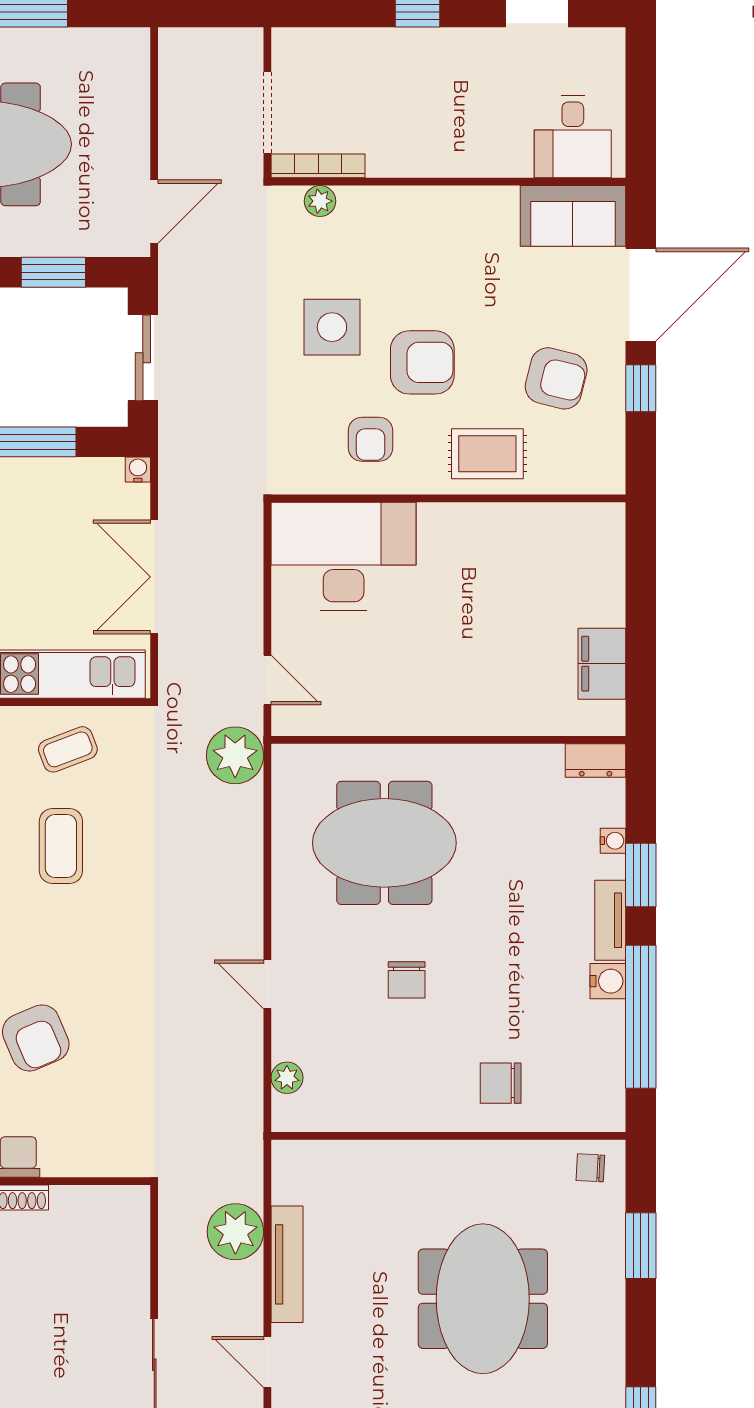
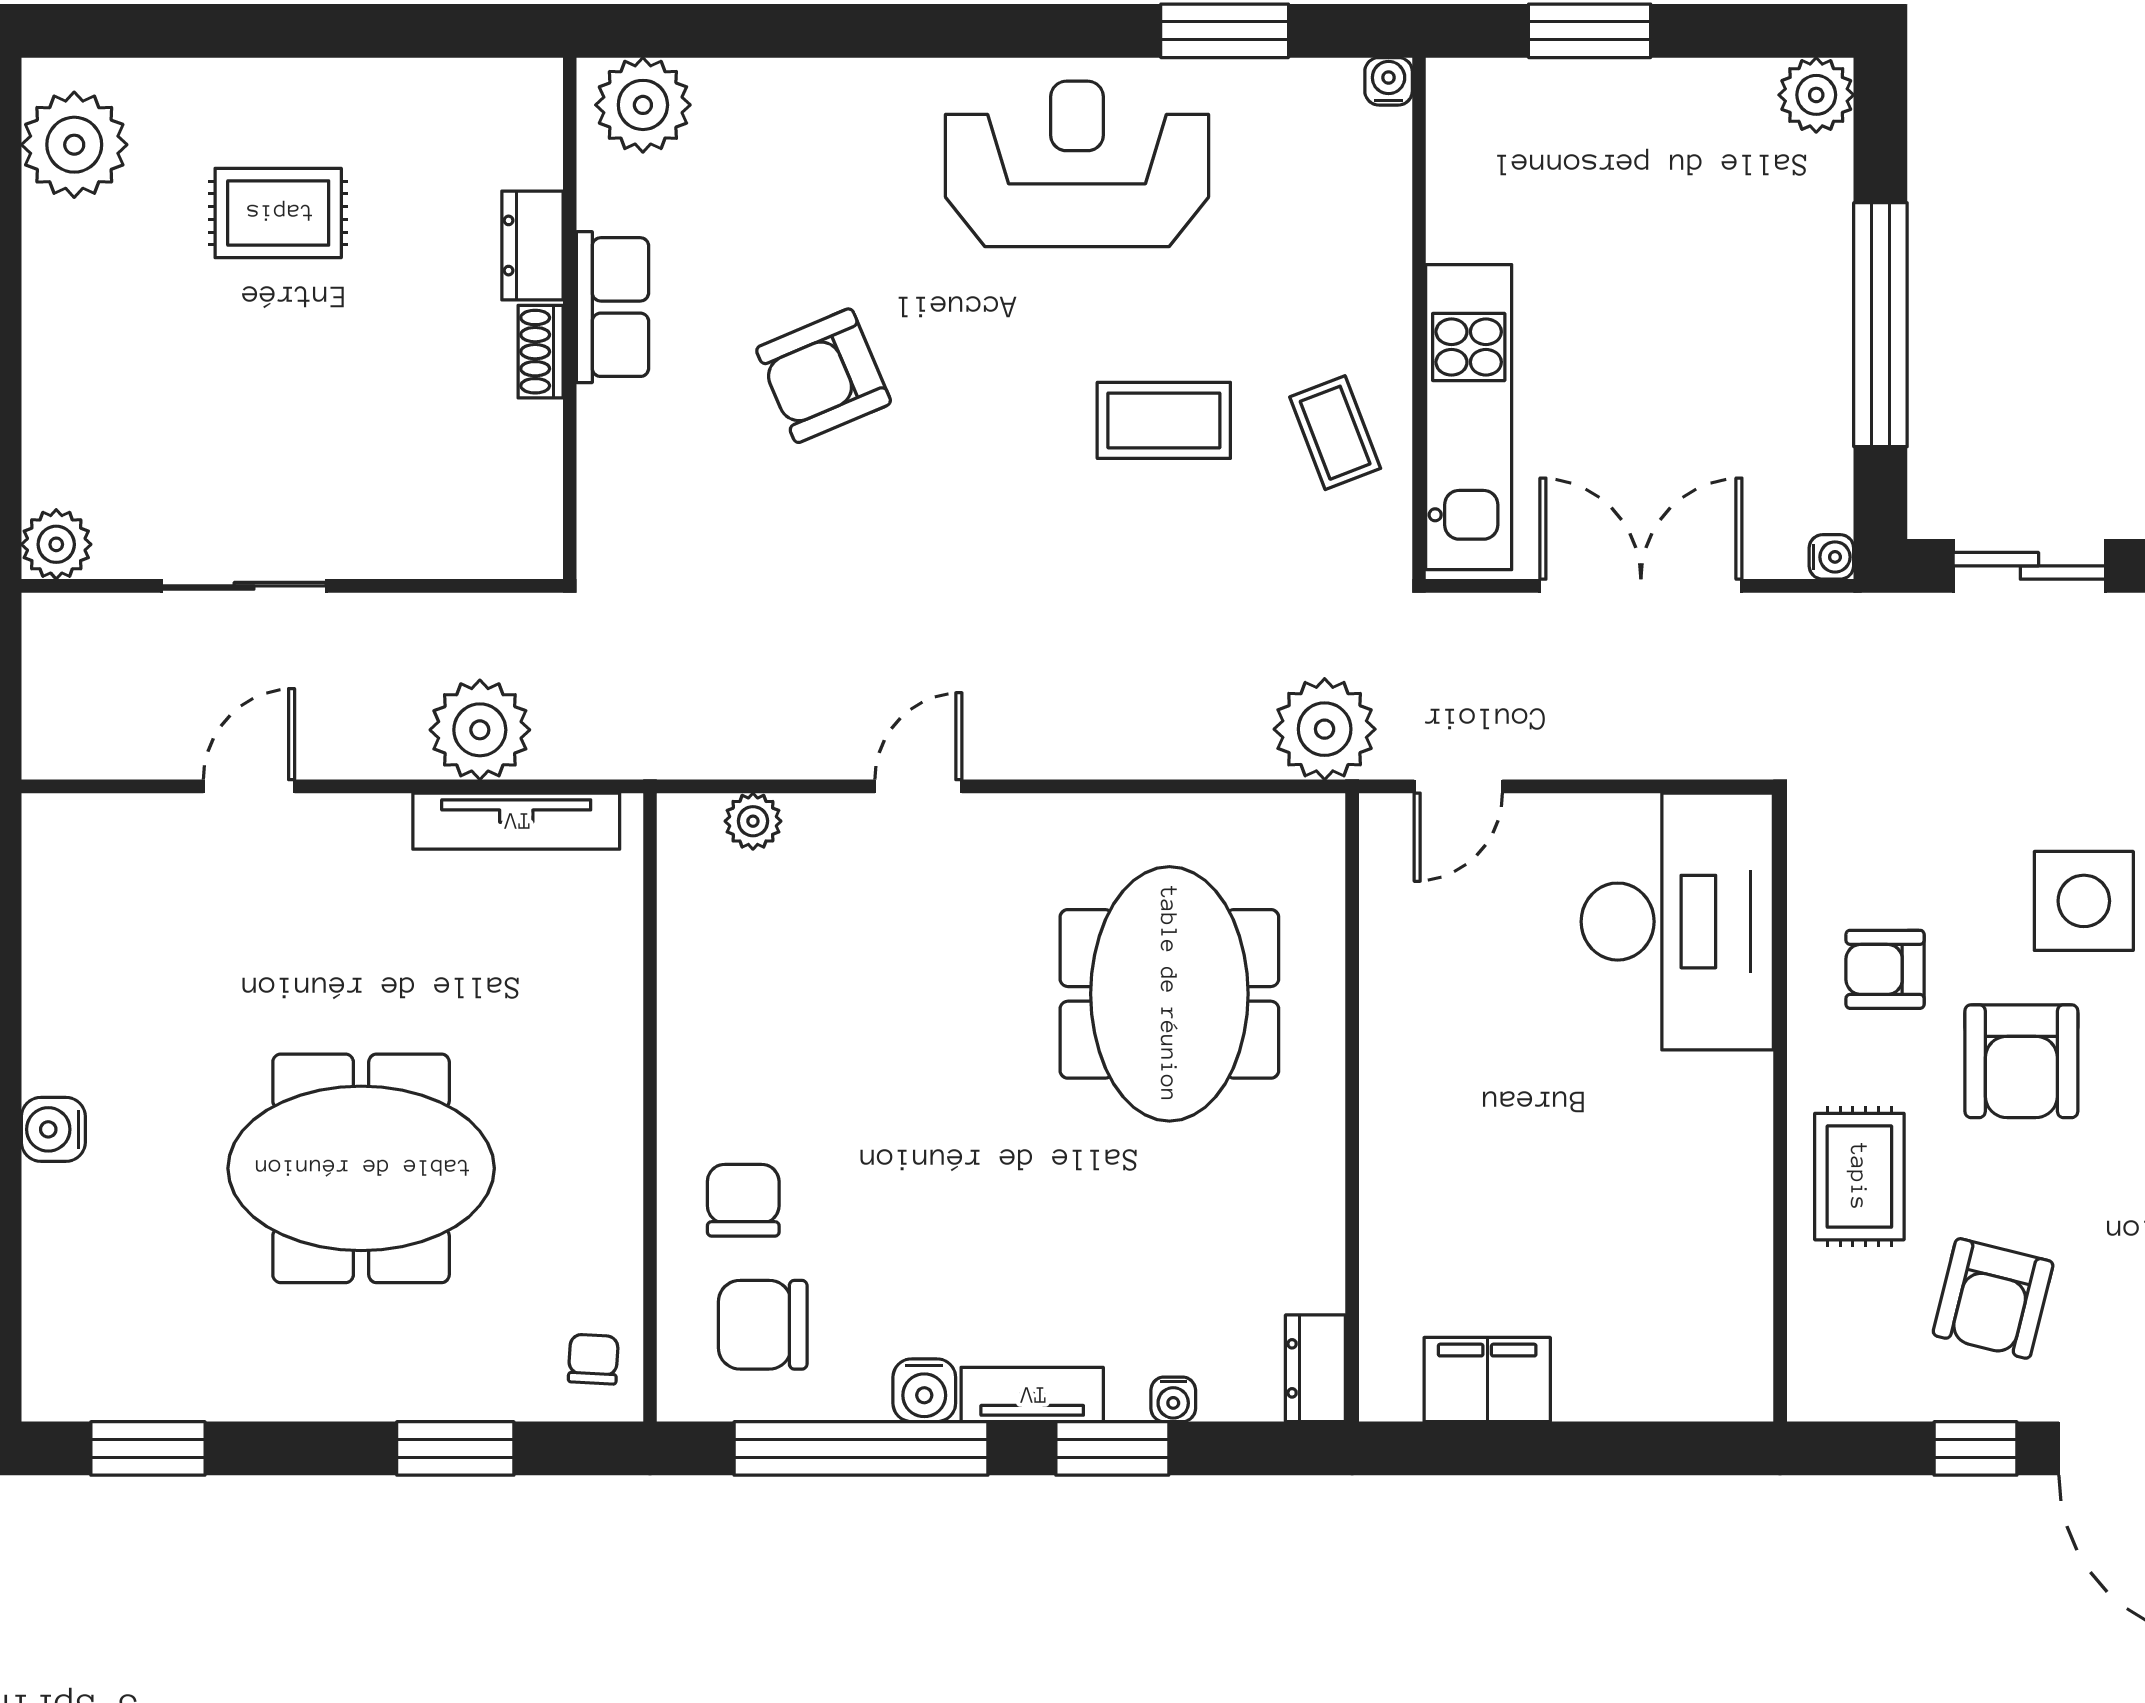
chair: (407, 980) -> (763, 1325), moved, width x1.37, depth x1.37
tv unit: (287, 1264) -> (516, 821), moved

